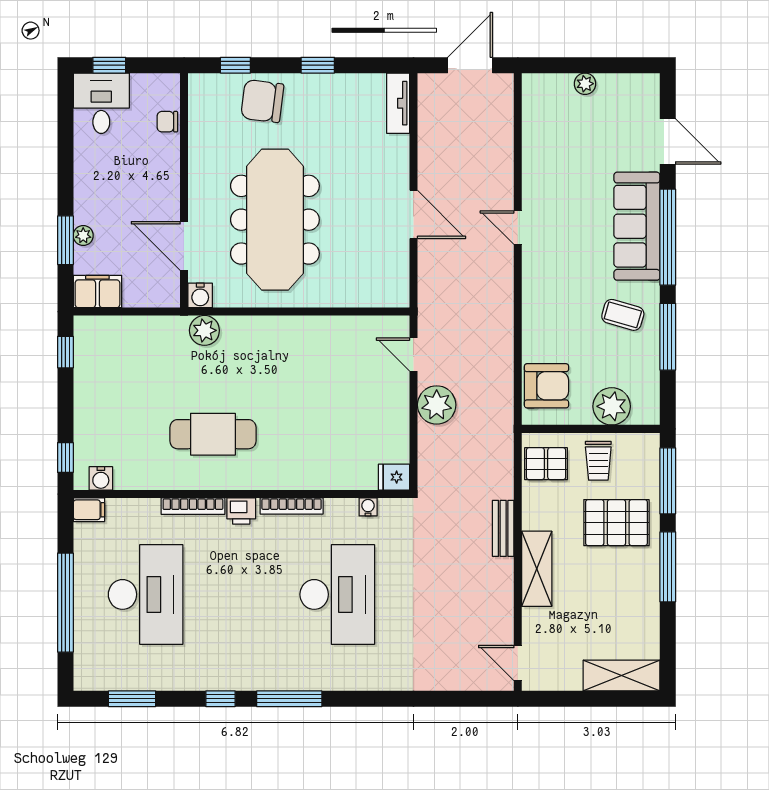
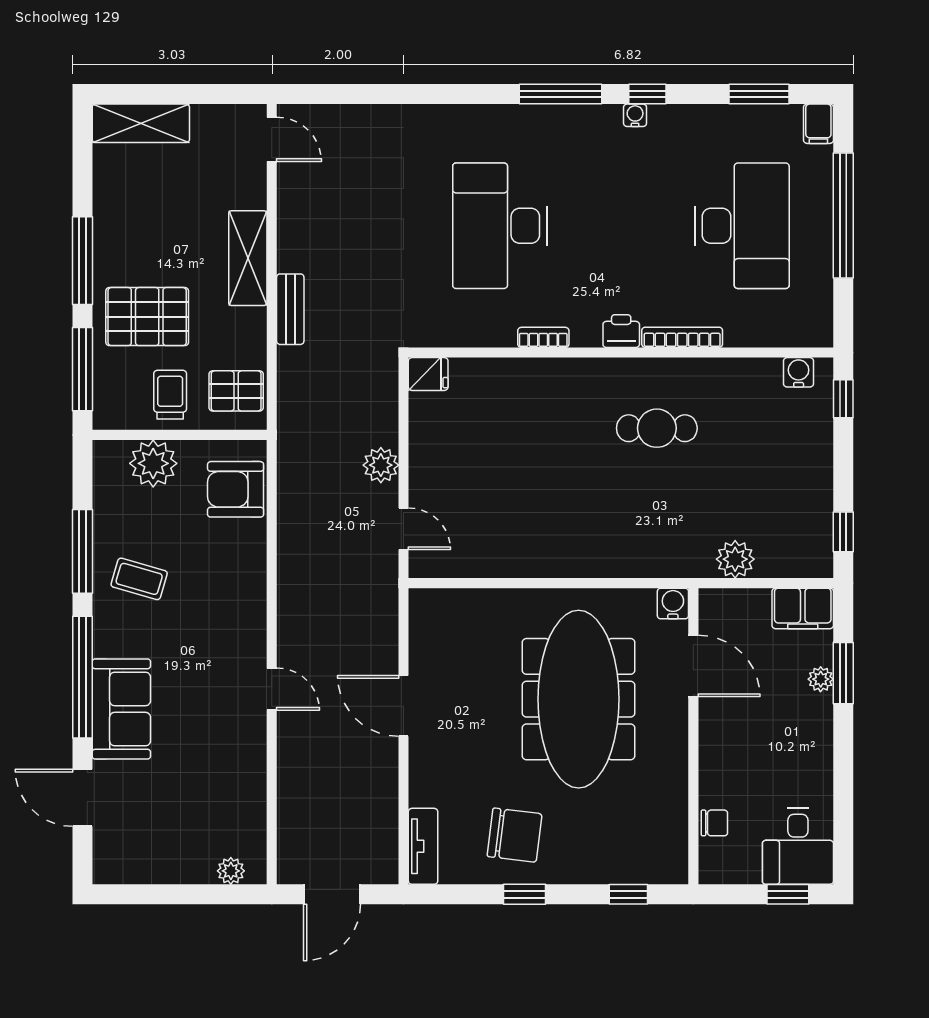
plant: (585, 84) -> (231, 871), moved
chair: (262, 101) -> (515, 835), moved
sofa: (637, 226) -> (121, 709), width x0.73
plant: (204, 330) -> (735, 559), moved
plant: (437, 405) -> (381, 465), width x0.73, depth x0.73
cafe table: (213, 434) -> (657, 428), width x0.73, depth x0.74
bookcase: (292, 506) -> (543, 337), width x0.64
water cooler: (368, 507) -> (635, 115), moved, turned 180
filing cabinet: (89, 510) -> (818, 124), moved, turned -90
desk: (146, 594) -> (742, 226), turned 180

